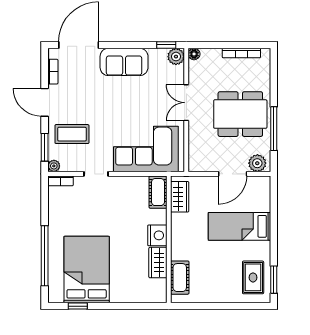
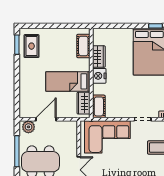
bed: (239, 226) -> (68, 81), moved, turned 180

